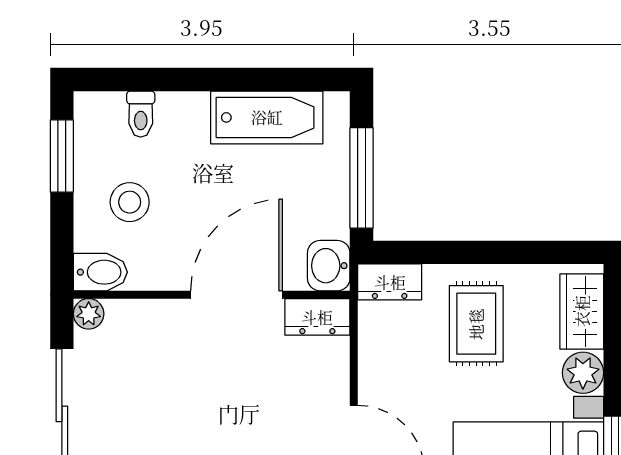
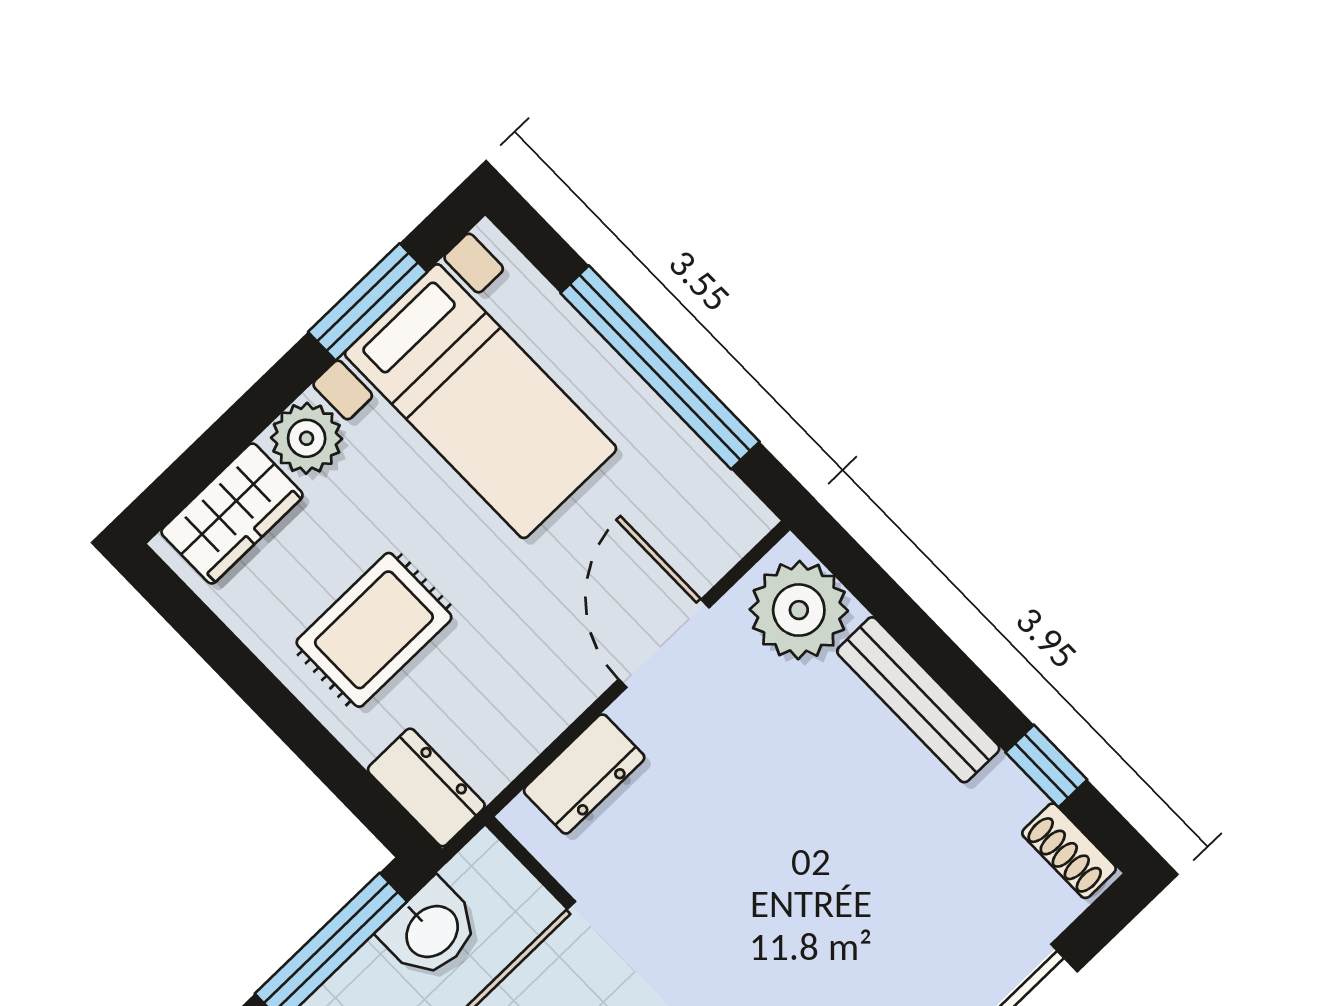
washbasin: (329, 266) -> (431, 930), moved
dresser: (317, 317) -> (584, 774), moved, turned 90

